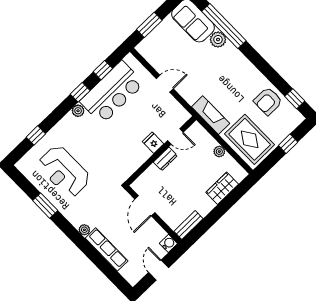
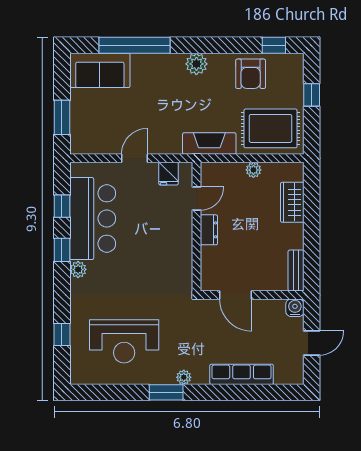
plant: (218, 40) -> (196, 64), moved
fridge: (153, 143) -> (168, 174), moved, turned -90
window: (45, 206) -> (166, 392), moved
plant: (84, 230) -> (184, 377), moved
door: (159, 270) -> (312, 343), swing flipped

